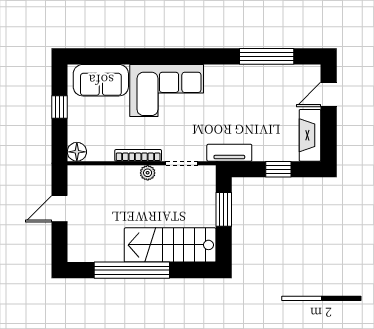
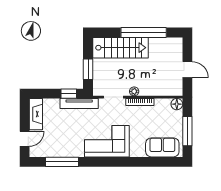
corner sofa: (167, 91) -> (107, 141), moved
window: (59, 107) -> (187, 131), width x2.17
tv unit: (229, 153) -> (79, 104), width x1.41
window: (278, 169) -> (69, 94), moved
door: (59, 209) -> (187, 70), hinge flipped

